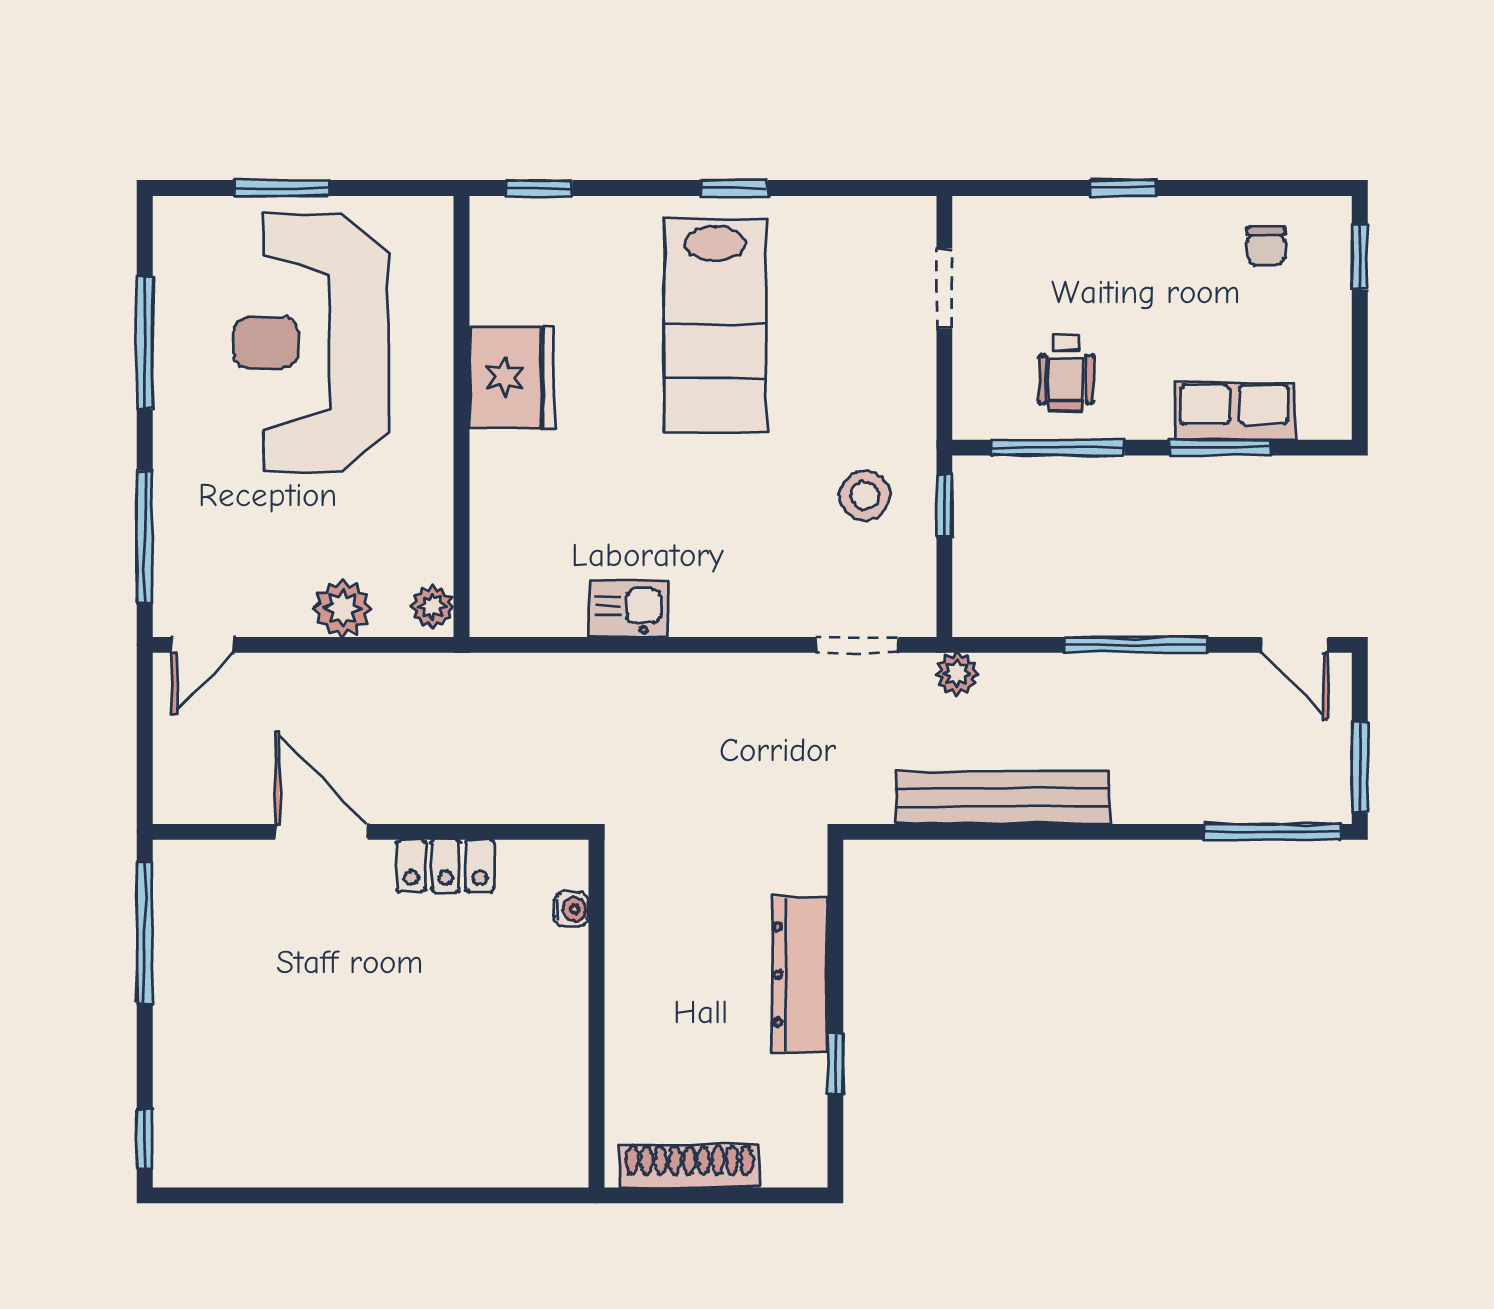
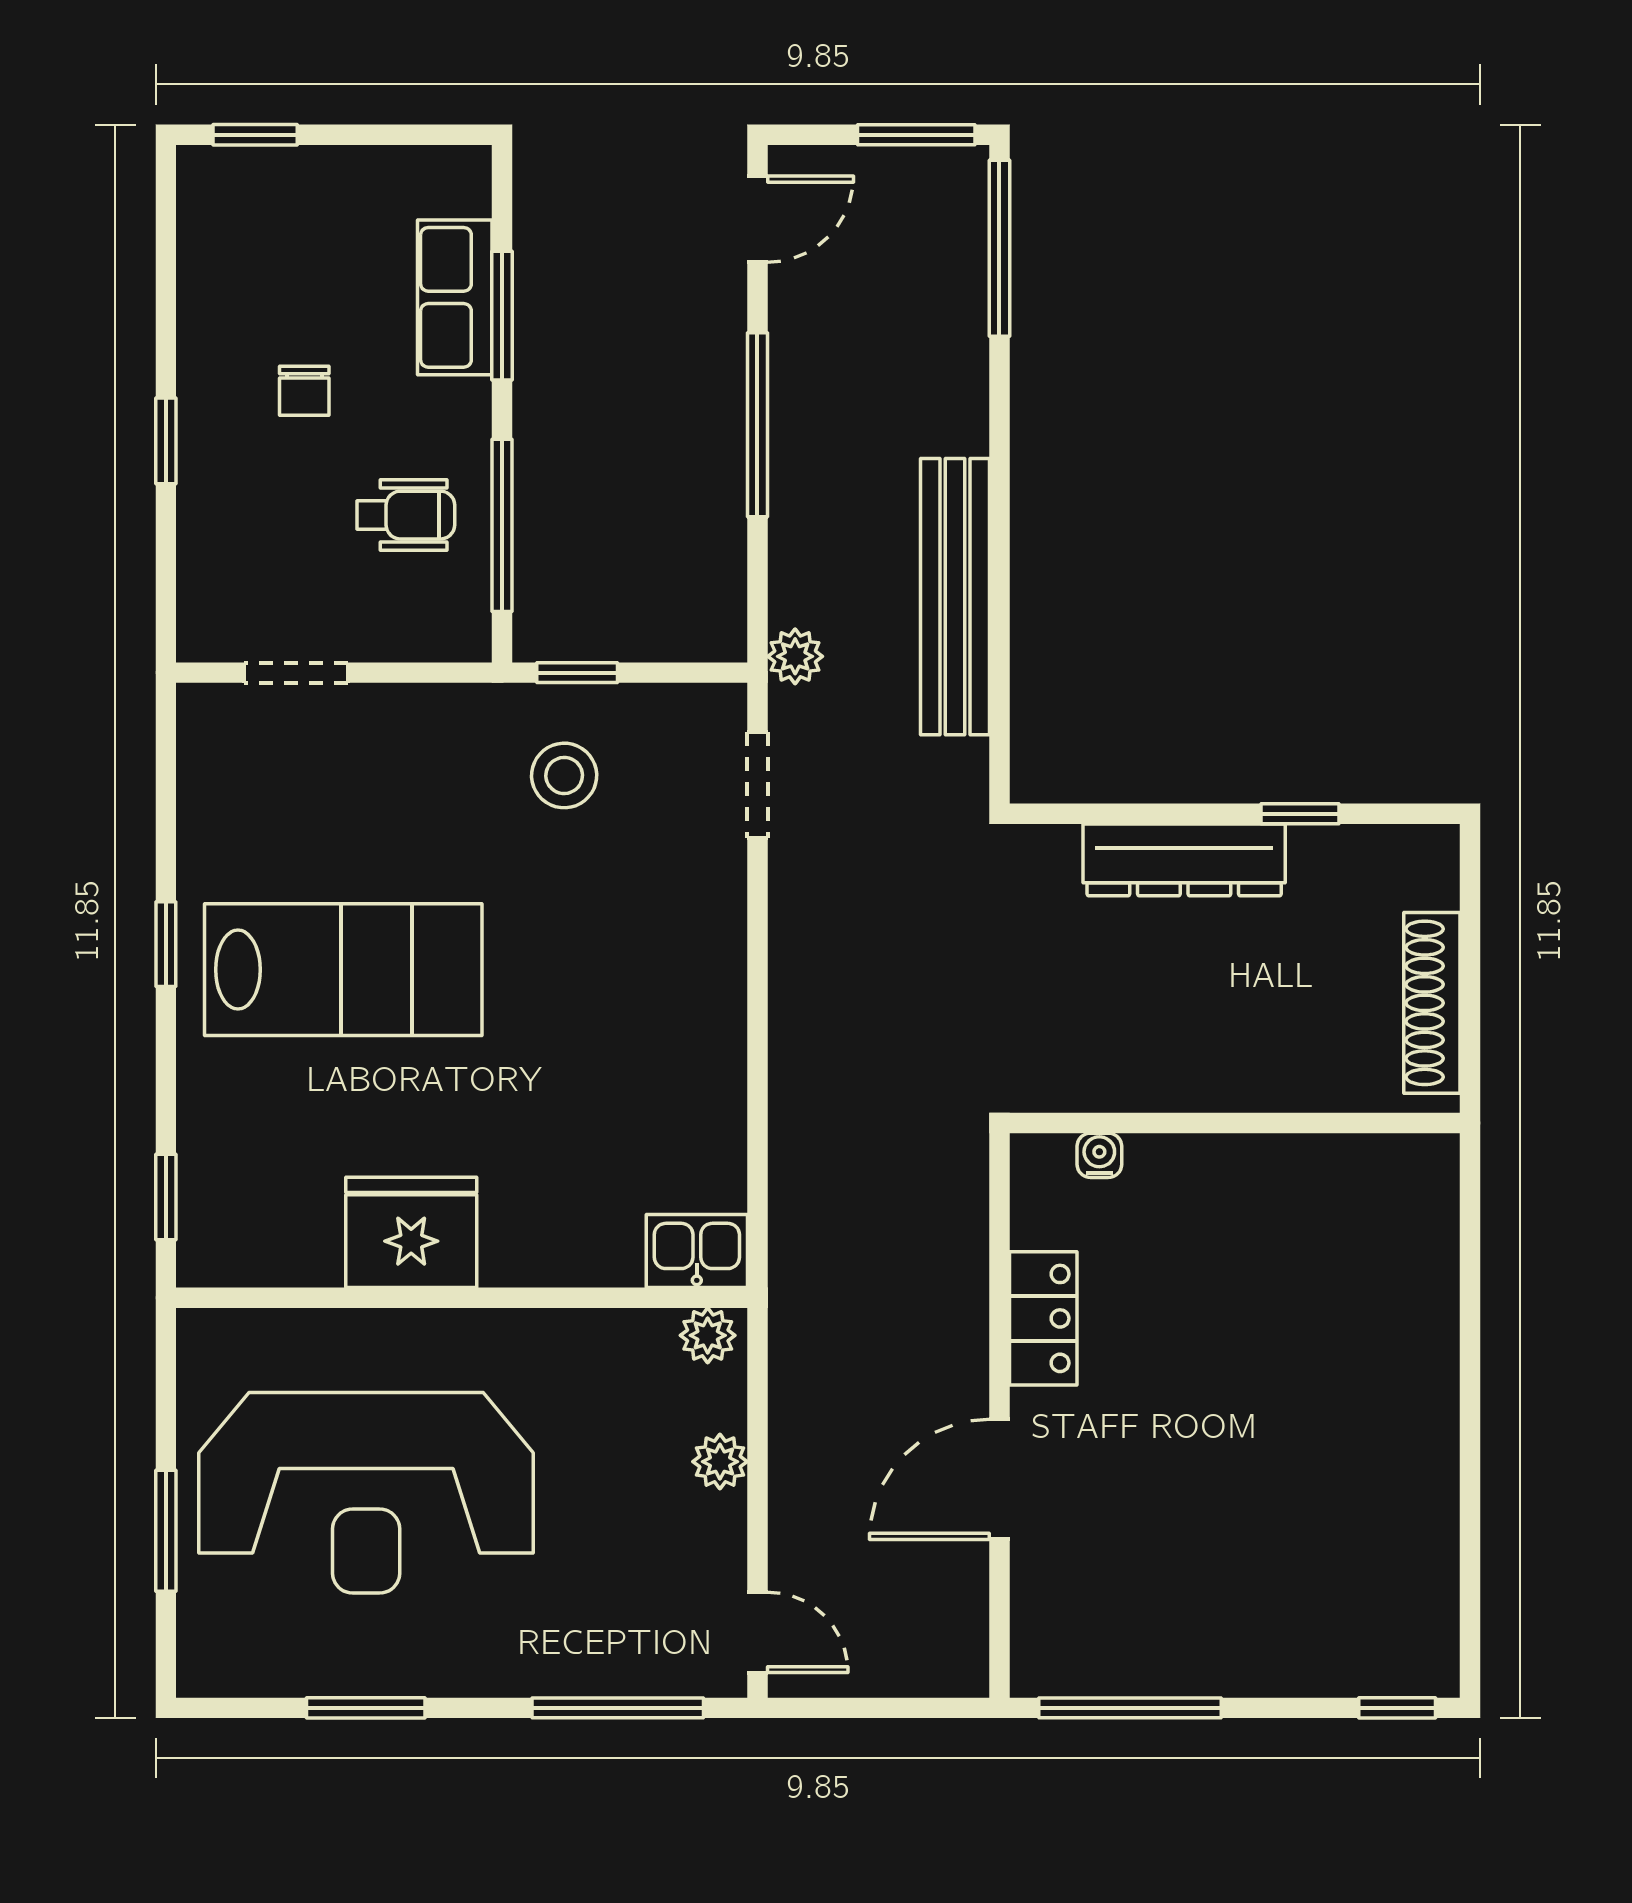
chair: (1266, 246) -> (304, 391), moved, turned 90
window: (145, 342) -> (366, 1708), width x0.69
plant: (343, 608) -> (720, 1462), width x0.73, depth x0.73
kitchen sink: (628, 609) -> (697, 1251), moved, turned 90

